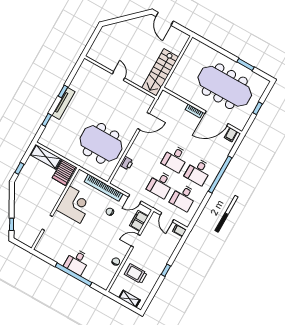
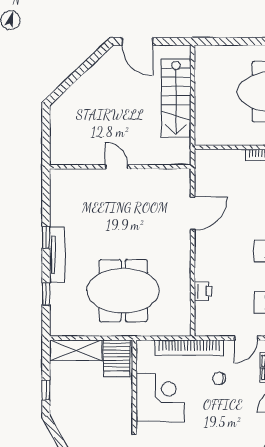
stairs: (160, 72) -> (176, 98), moved
meeting table: (101, 143) -> (123, 291), moved

